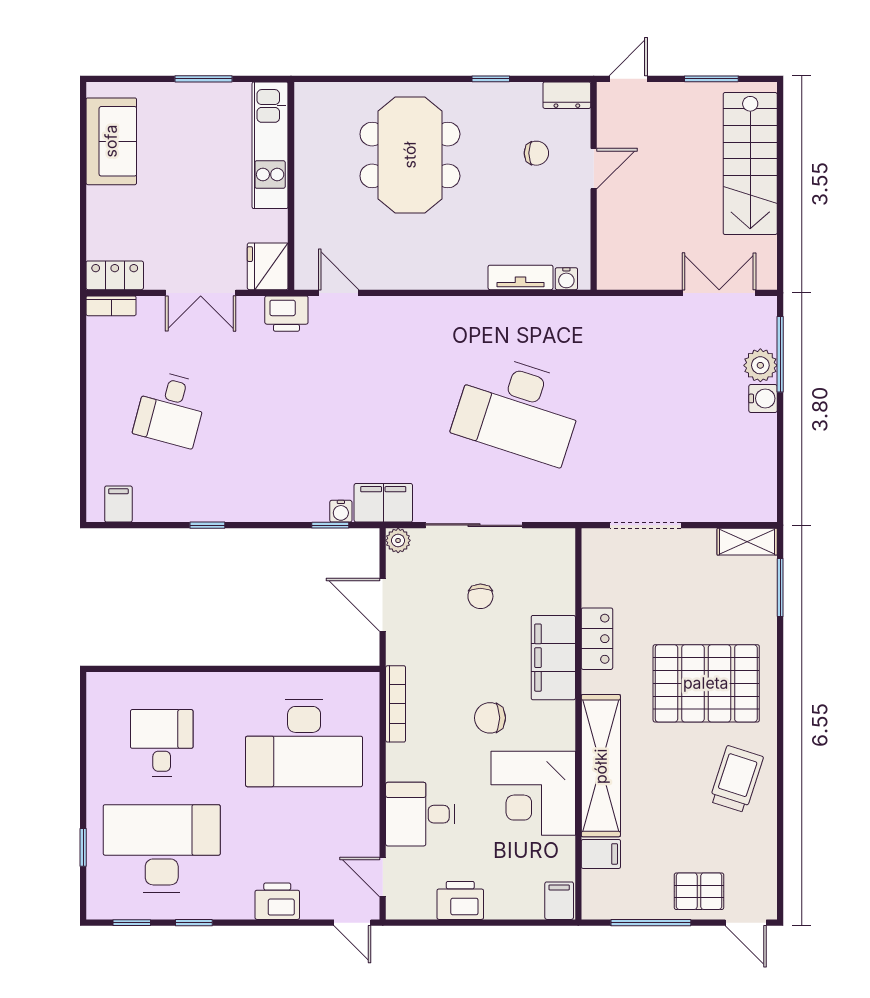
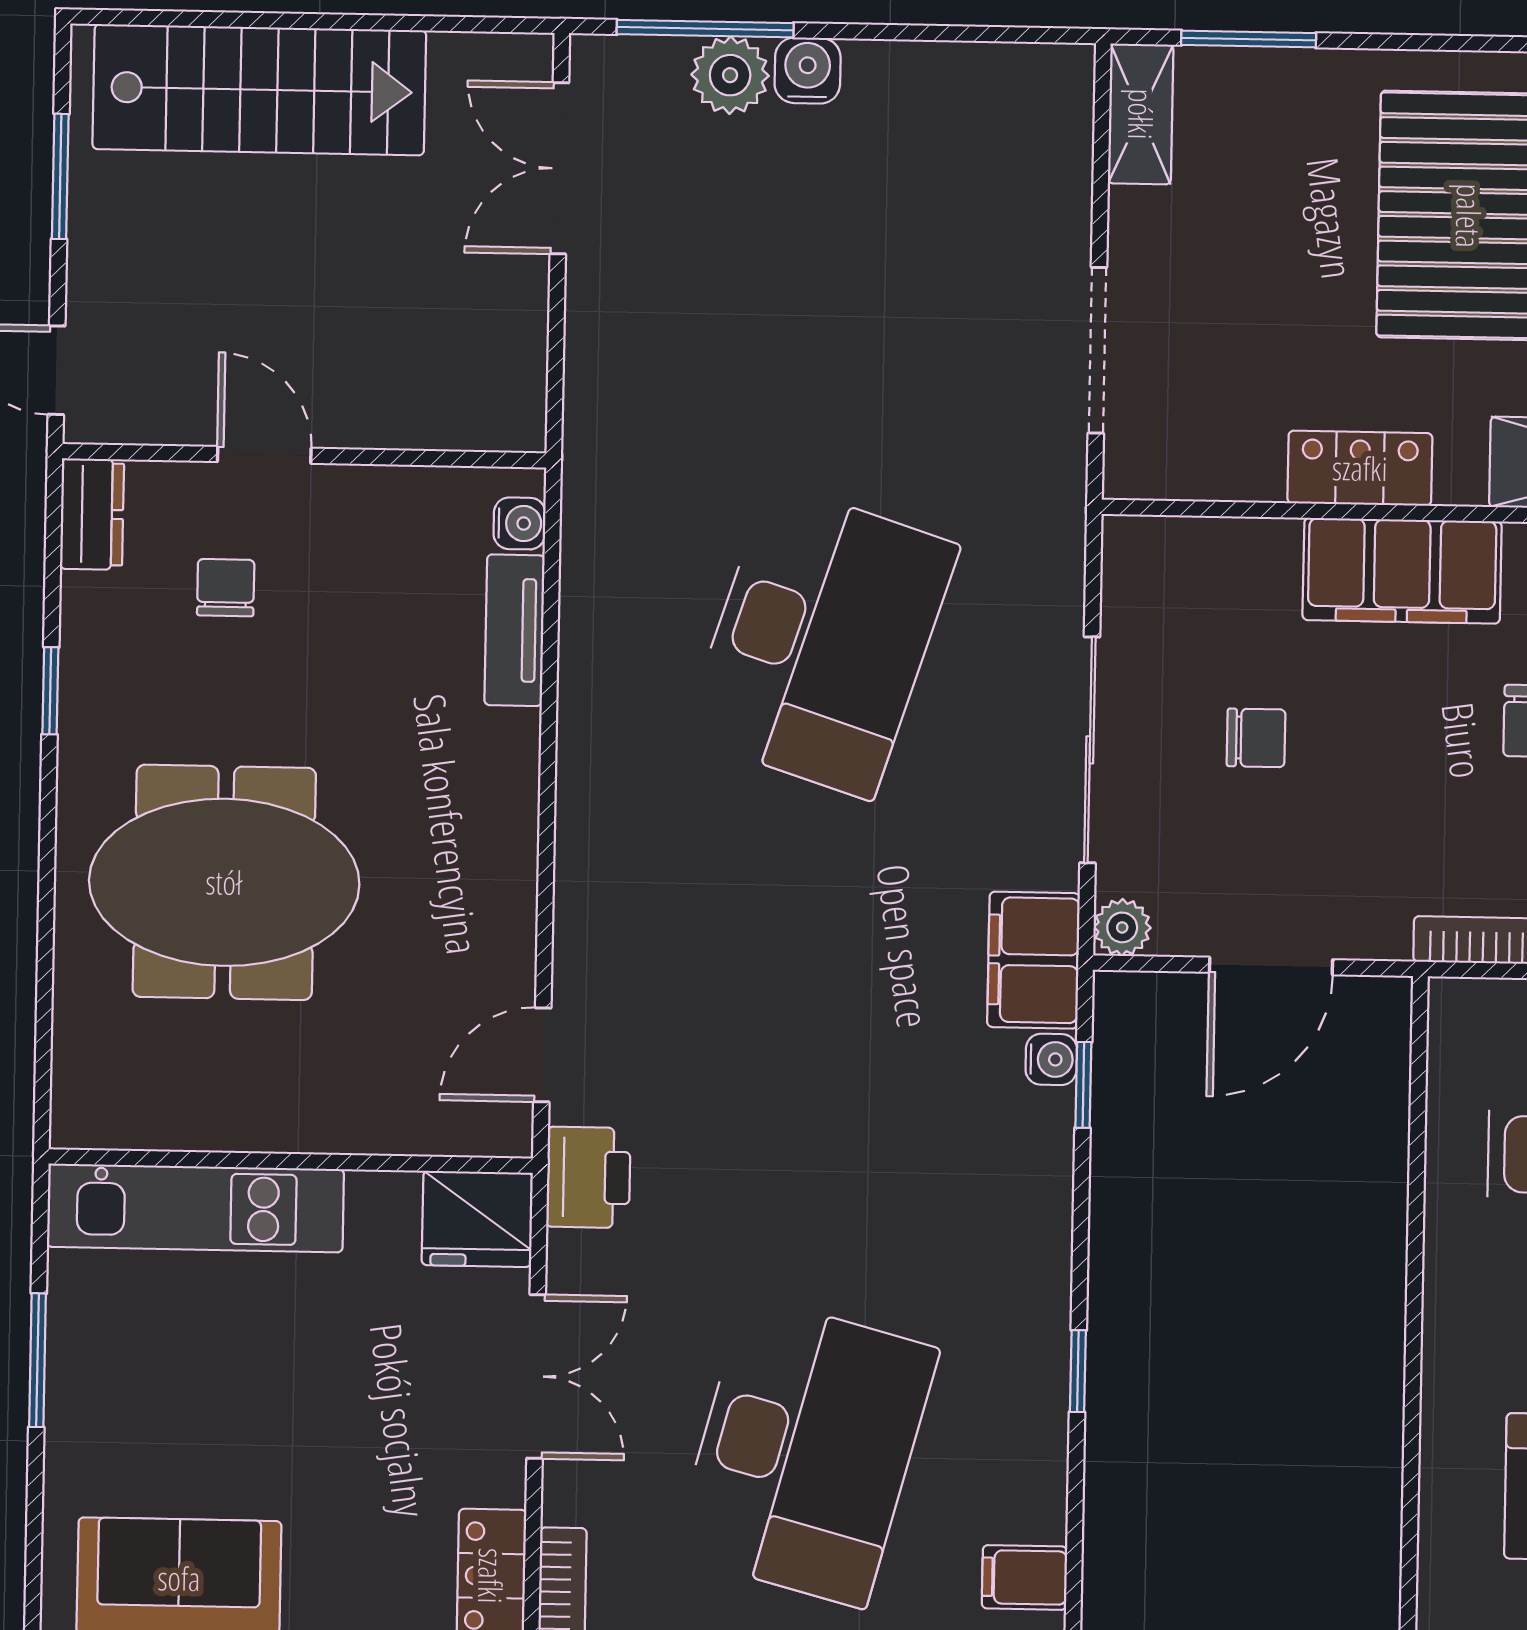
desk: (171, 409) -> (805, 1451), width x1.87, depth x1.30

